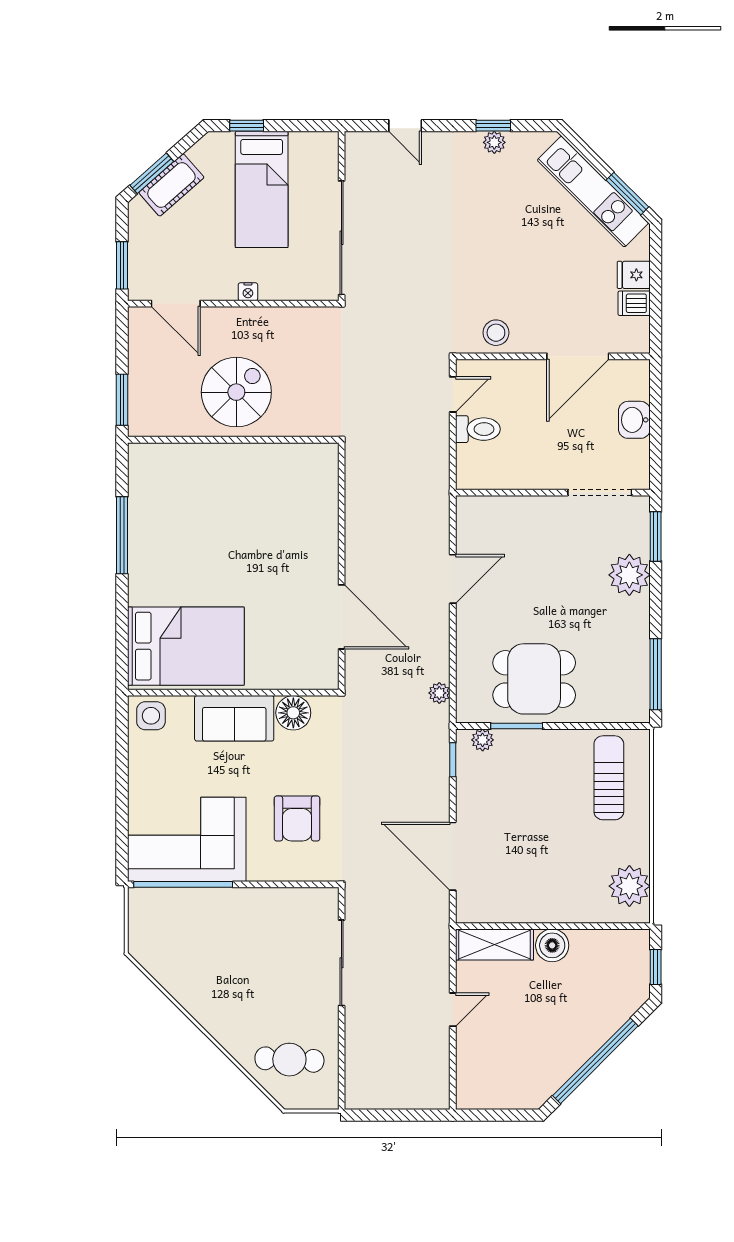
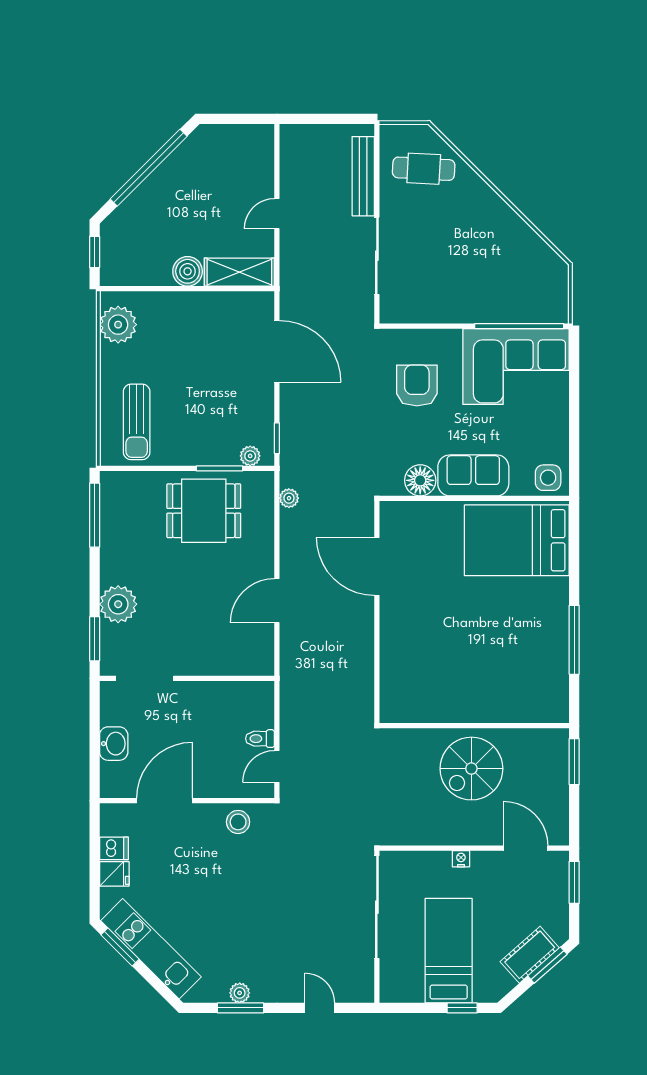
window: (493, 126) -> (241, 1008), width x1.50
toilet: (478, 429) -> (260, 739), width x0.73, depth x0.72
bench: (357, 1051) -> (363, 176), added

